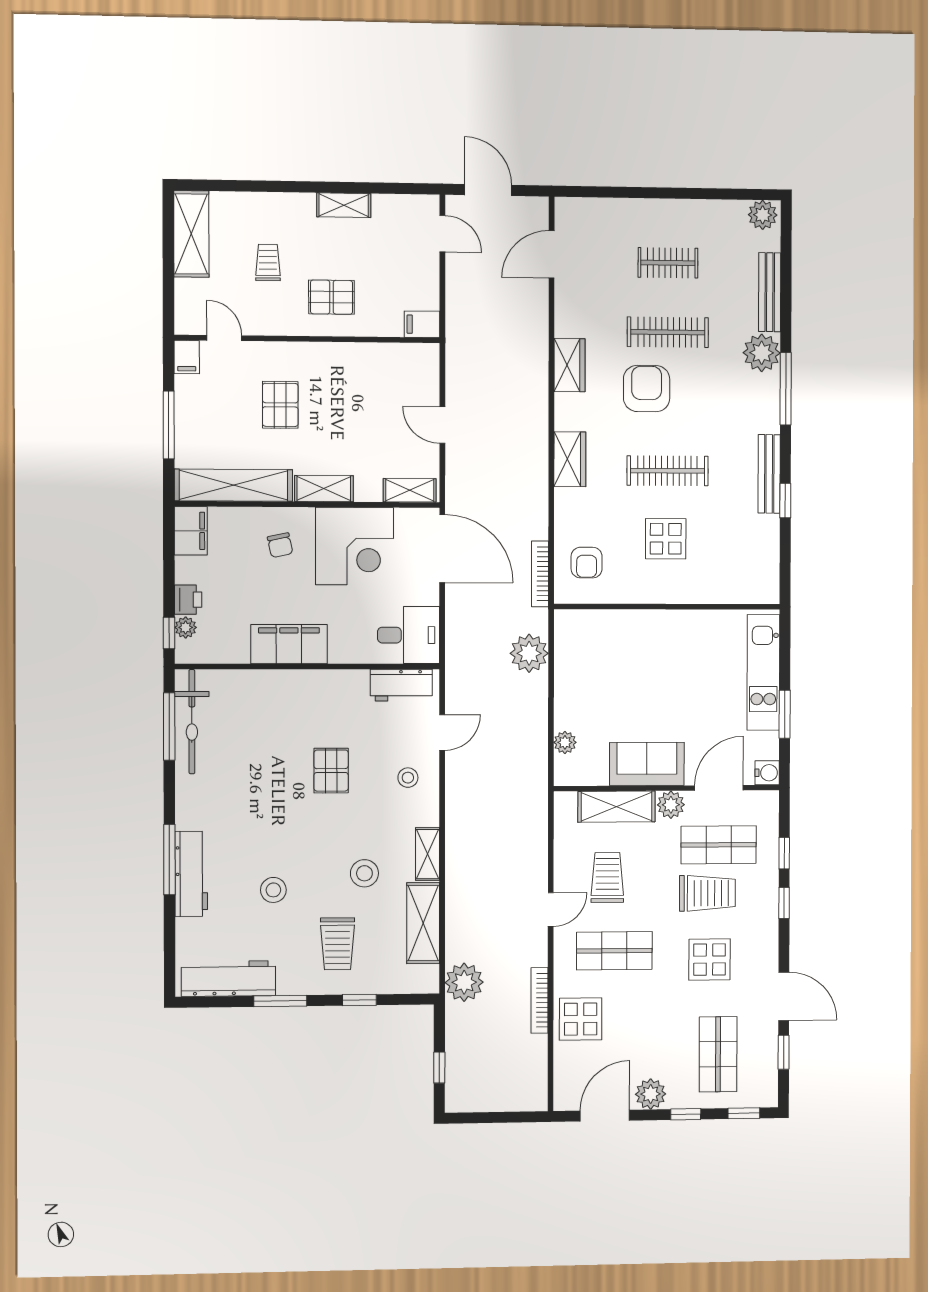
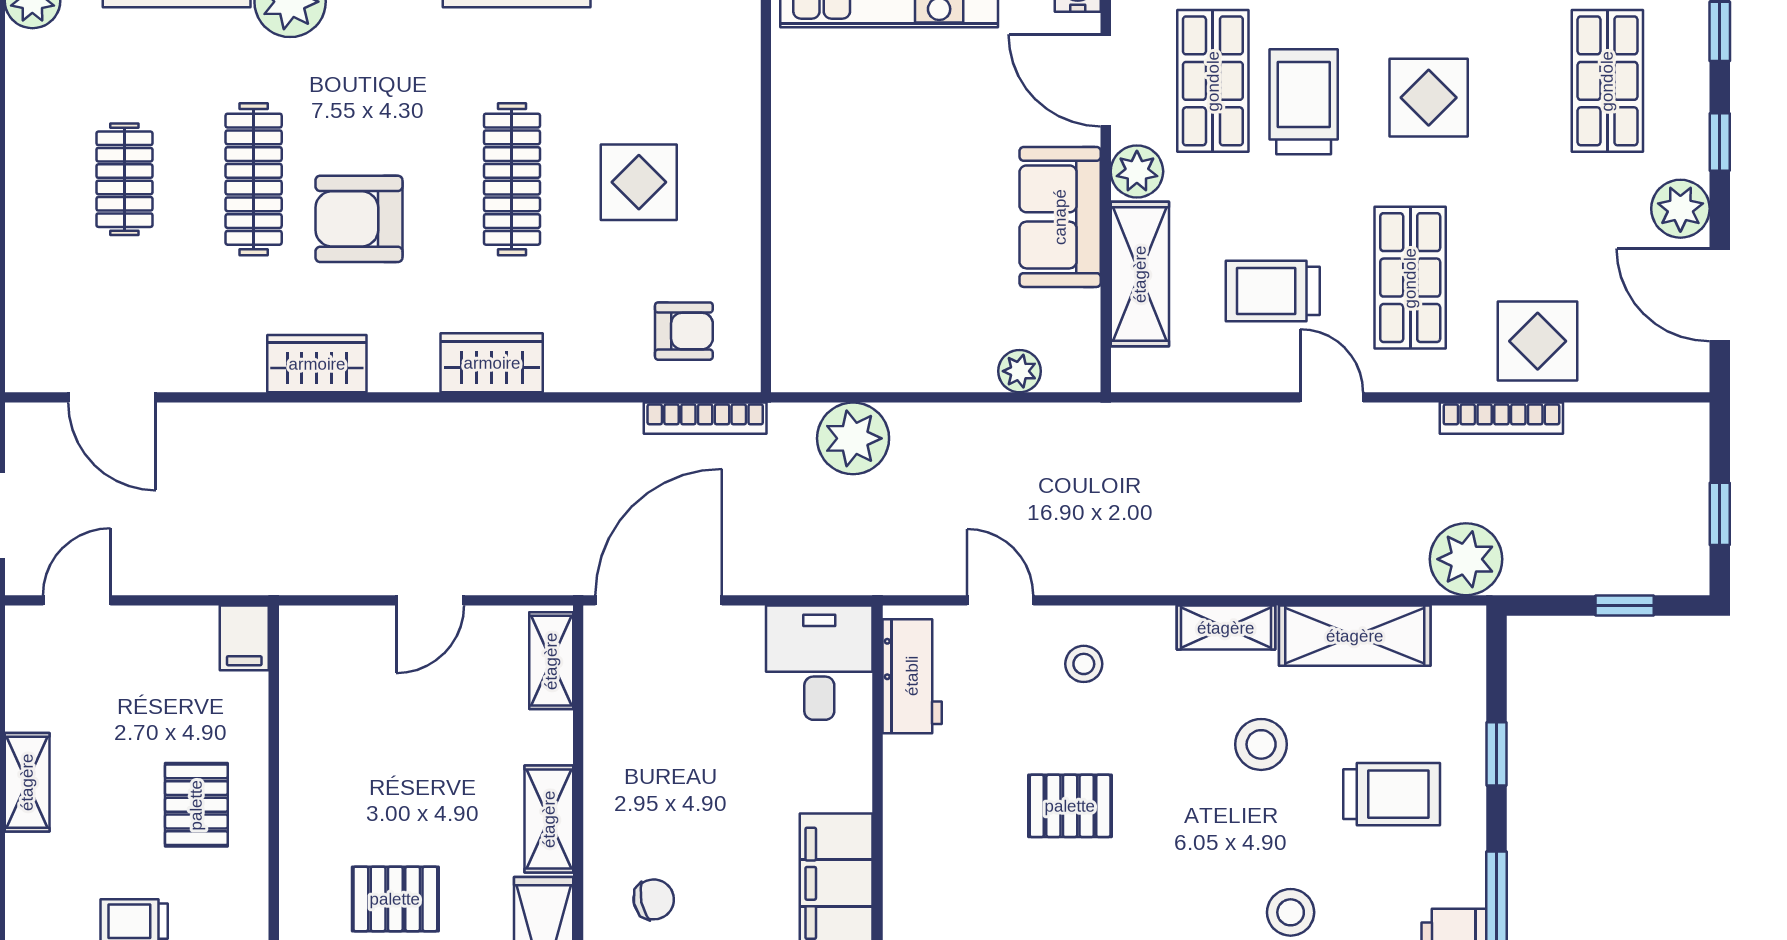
corner desk: (355, 546) -> (655, 763), removed
shop shelf: (718, 1054) -> (1607, 81), turned 90
window: (488, 1118) -> (1720, 514), added

